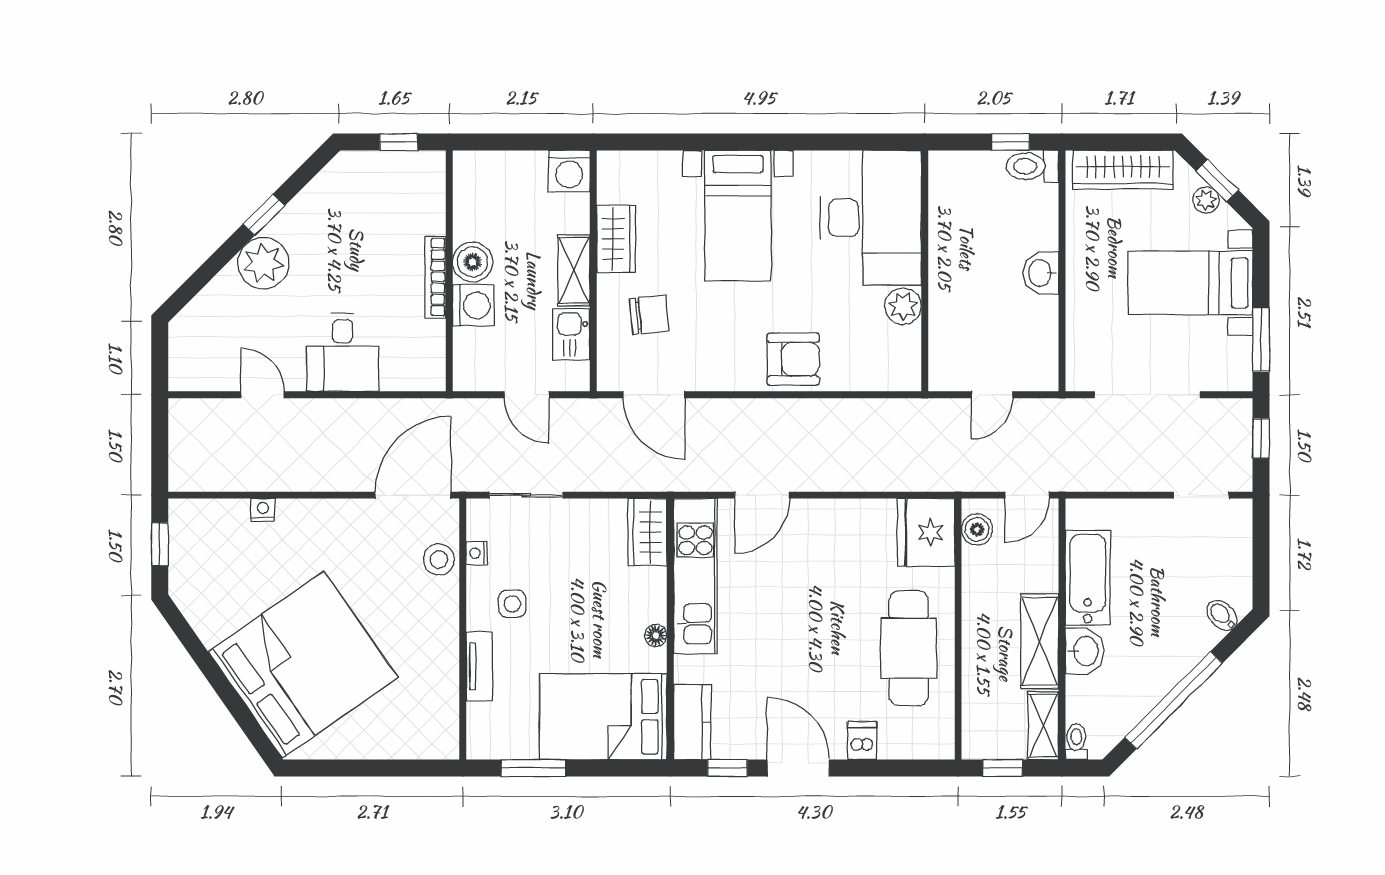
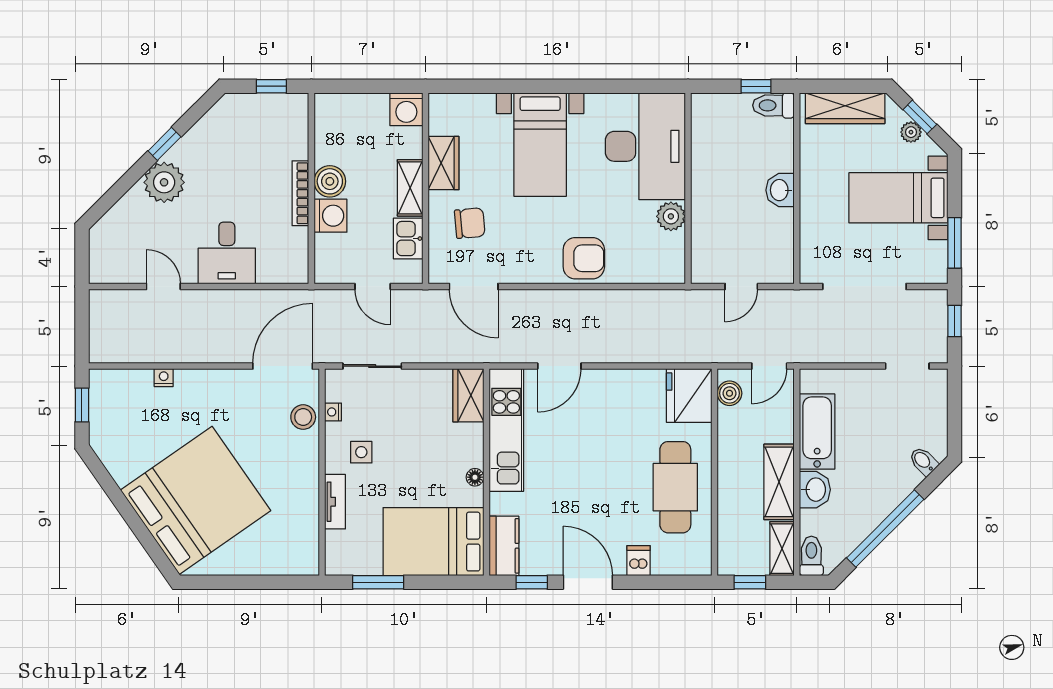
toilet: (1076, 742) -> (811, 556), width x1.37, depth x1.39

